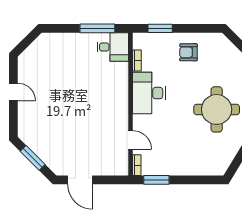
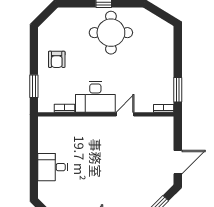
window: (97, 28) -> (34, 146), removed
desk: (113, 47) -> (53, 167), moved, turned -90
door: (130, 140) -> (125, 114), moved

